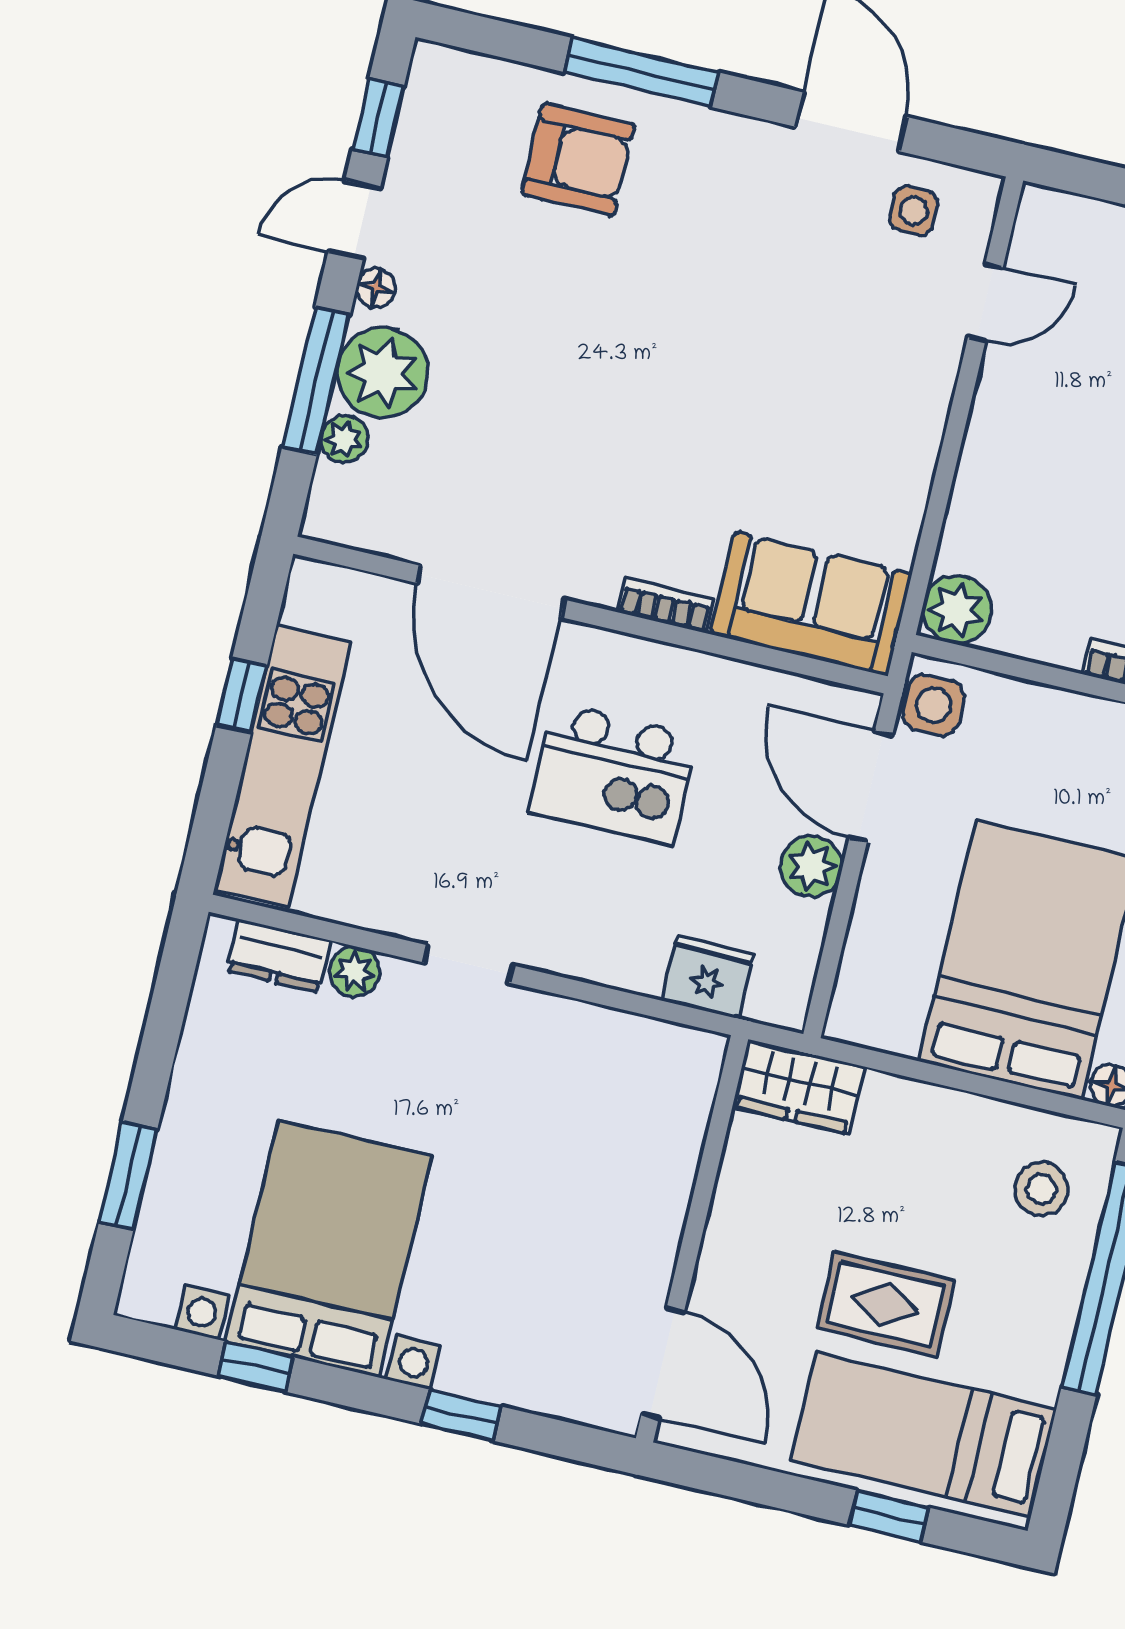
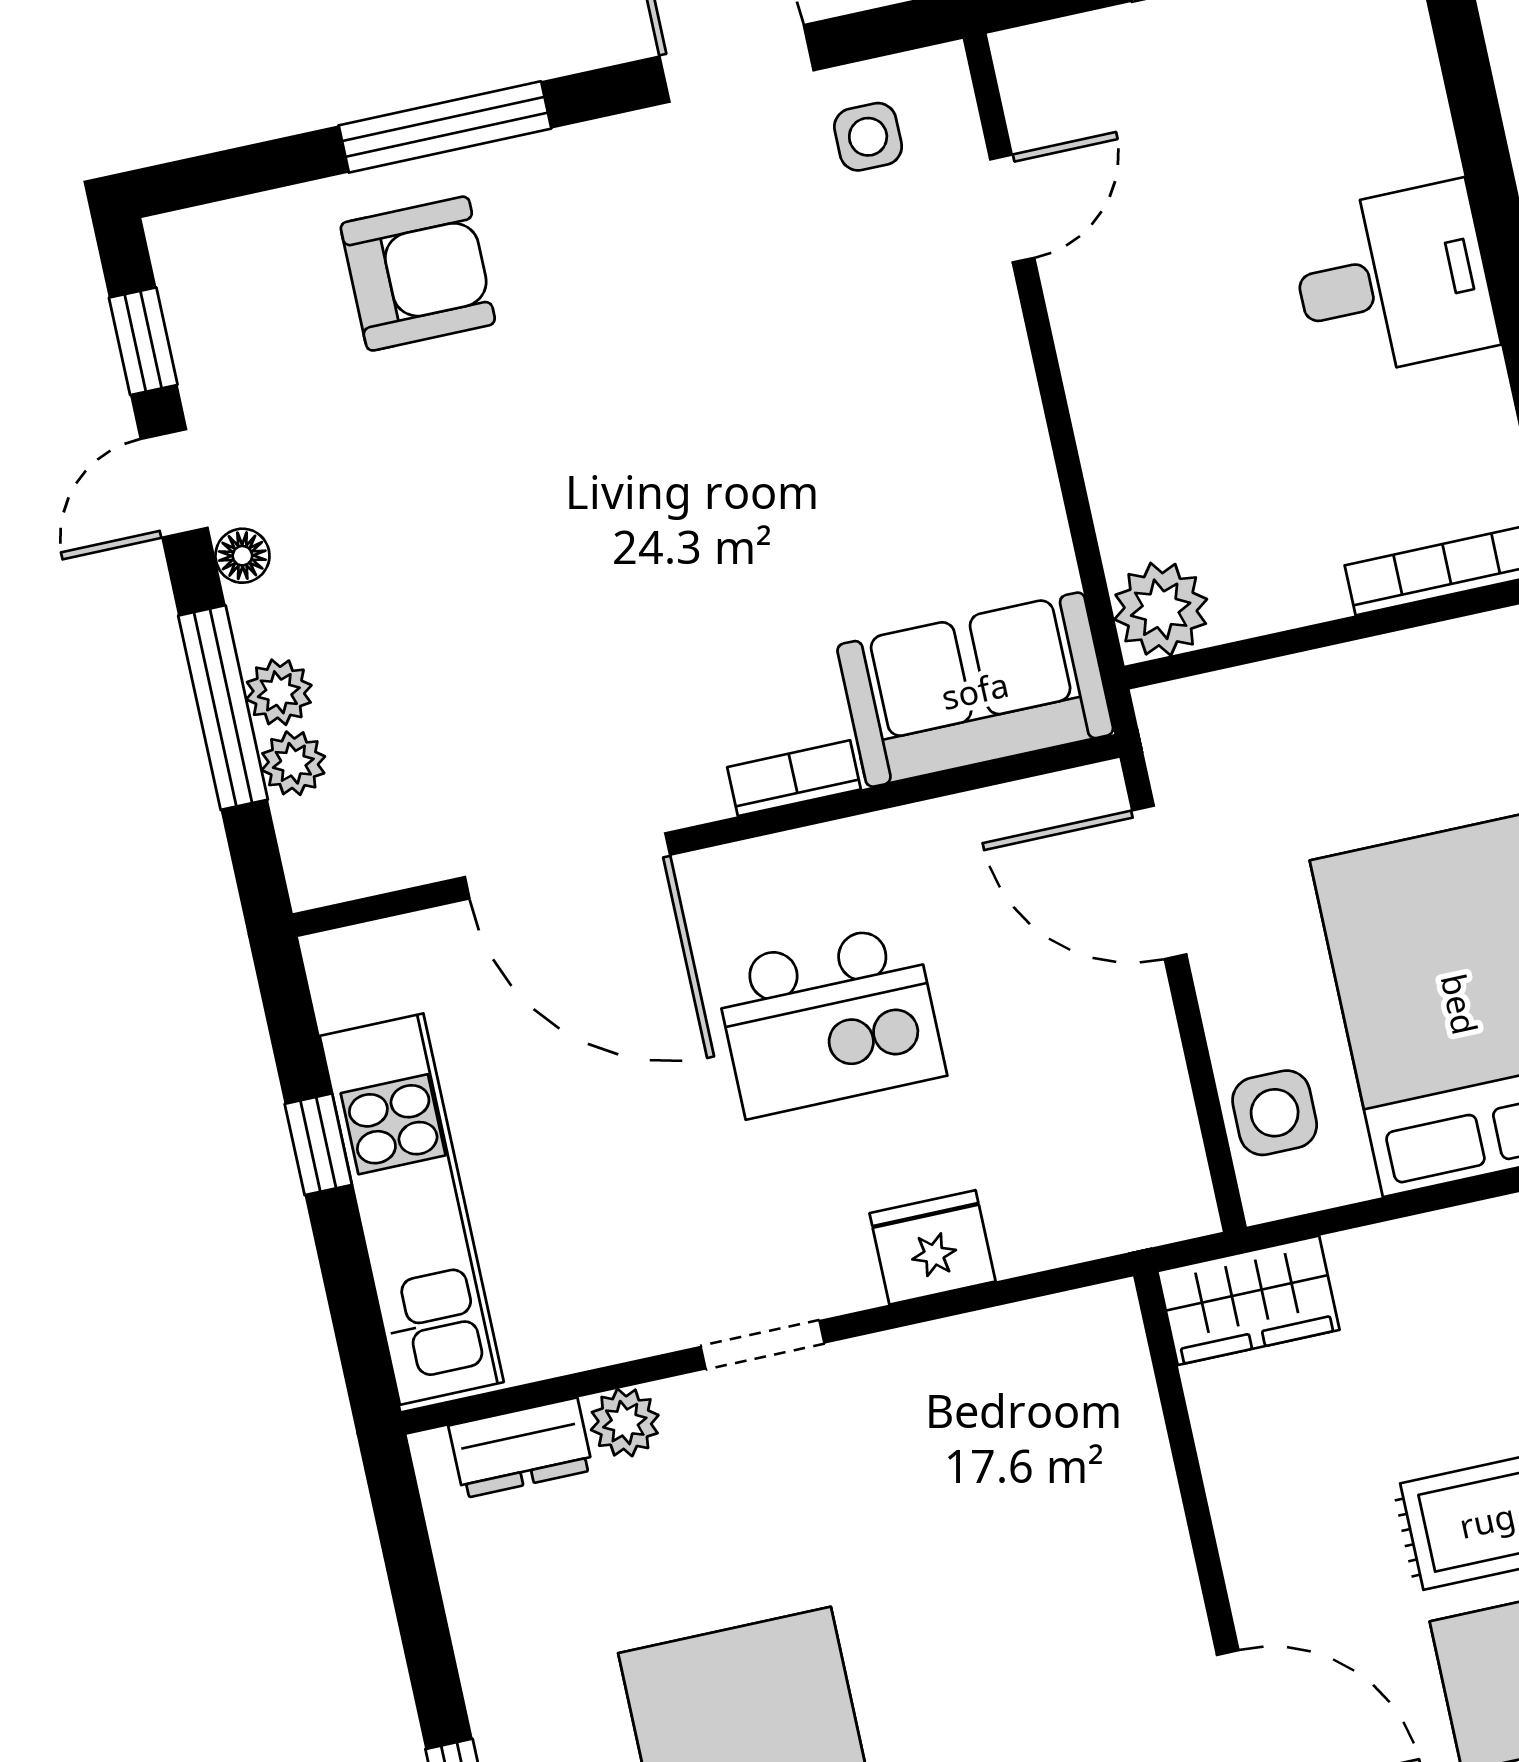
plant: (382, 373) -> (279, 692), width x0.53, depth x0.53
side table: (934, 705) -> (1275, 1113), moved
plant: (812, 866) -> (1133, 1017), removed
fridge: (708, 977) -> (933, 1247), moved

